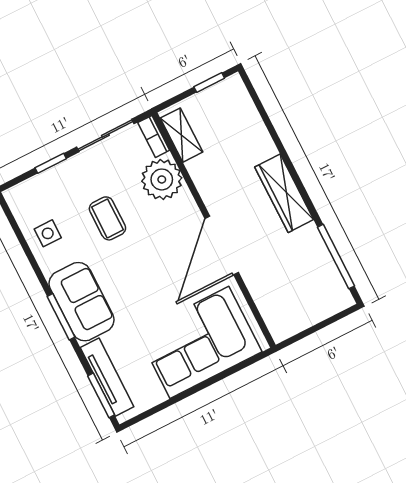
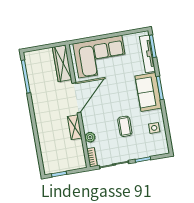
shelving: (182, 135) -> (75, 127), moved
plant: (162, 179) -> (90, 137), width x0.53, depth x0.53
wardrobe: (284, 193) -> (62, 63), moved, turned 180

